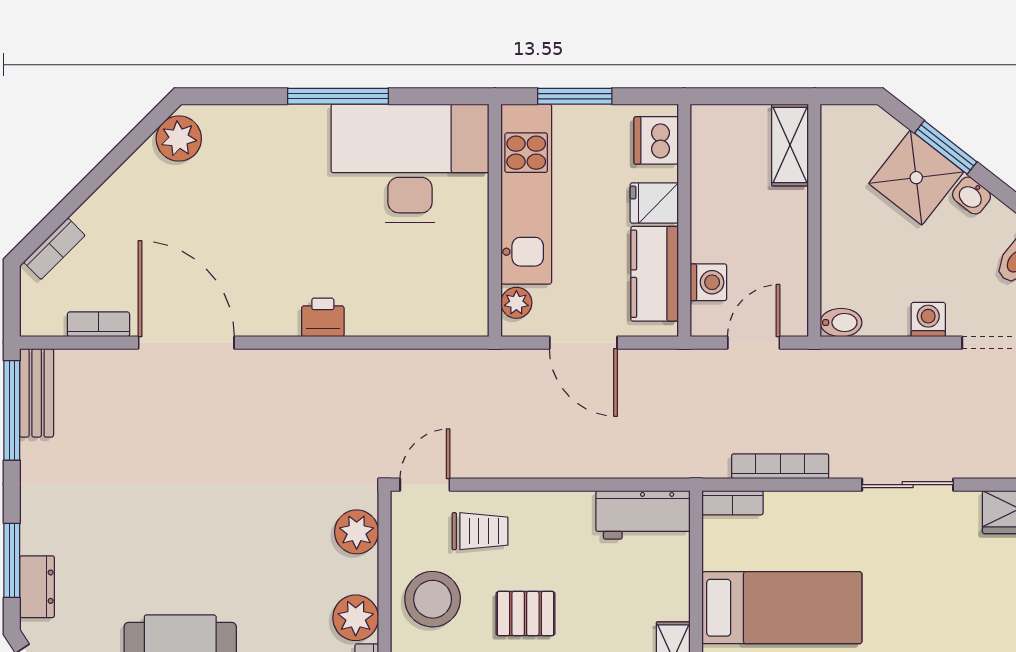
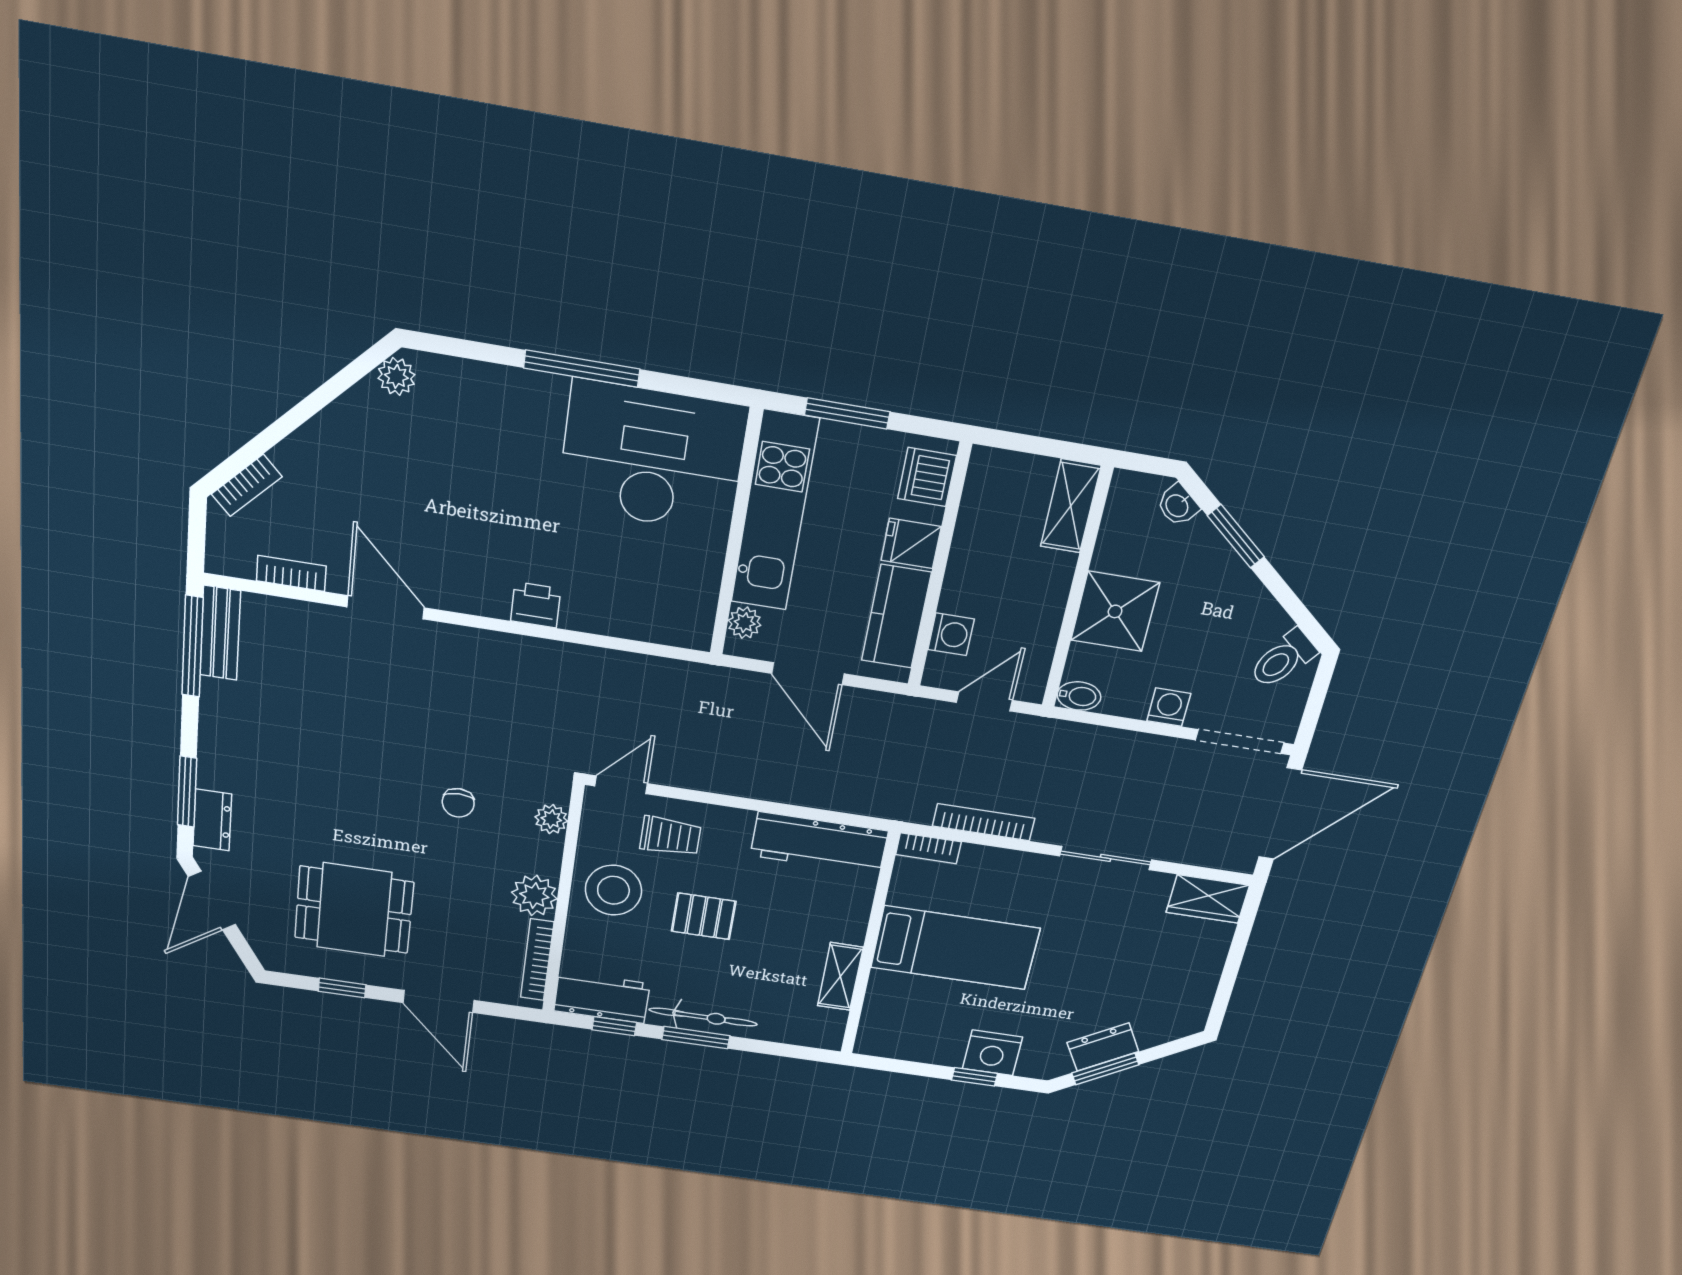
plant: (179, 139) -> (396, 376), width x0.73, depth x0.73
shower: (916, 178) -> (1115, 611), moved, turned -38
washbasin: (972, 195) -> (1178, 505), moved
door: (186, 343) -> (386, 607), width x0.73
workbench: (643, 515) -> (819, 843), width x1.38
chair: (271, 529) -> (458, 803), added
plant: (357, 532) -> (551, 819), width x0.73, depth x0.73

